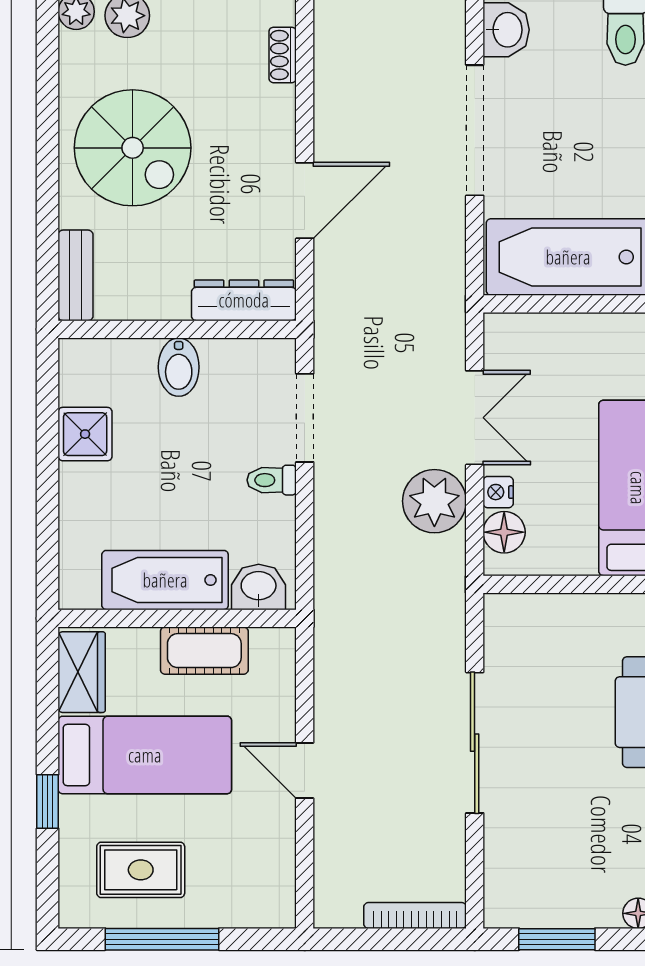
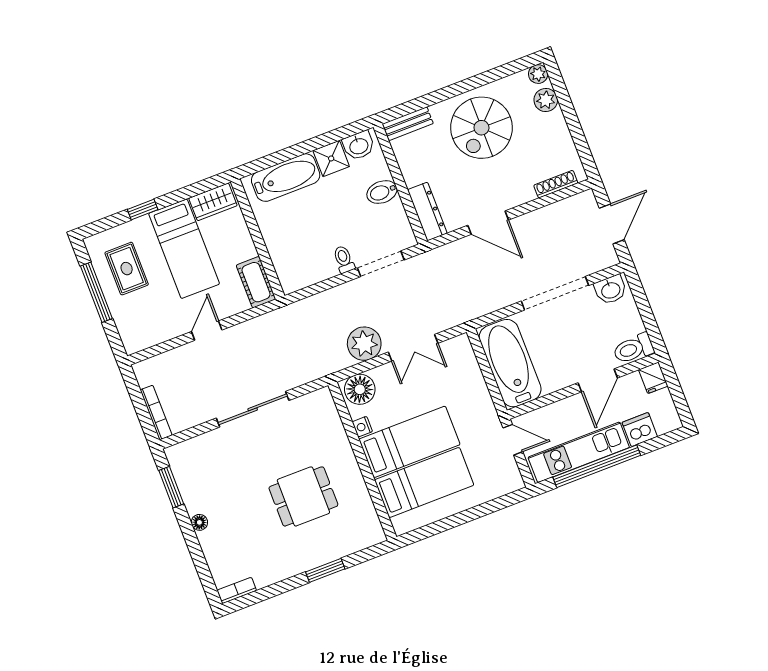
shoe rack: (283, 55) -> (556, 184), width x1.43
nightstand: (498, 492) -> (362, 427), moved, turned -90
floor lamp: (504, 532) -> (360, 389), width x1.38, depth x1.38
bathtub: (165, 580) -> (286, 178), moved, turned 90
washbasin: (259, 587) -> (359, 146), moved, turned 90
cot: (204, 651) -> (256, 282), moved

